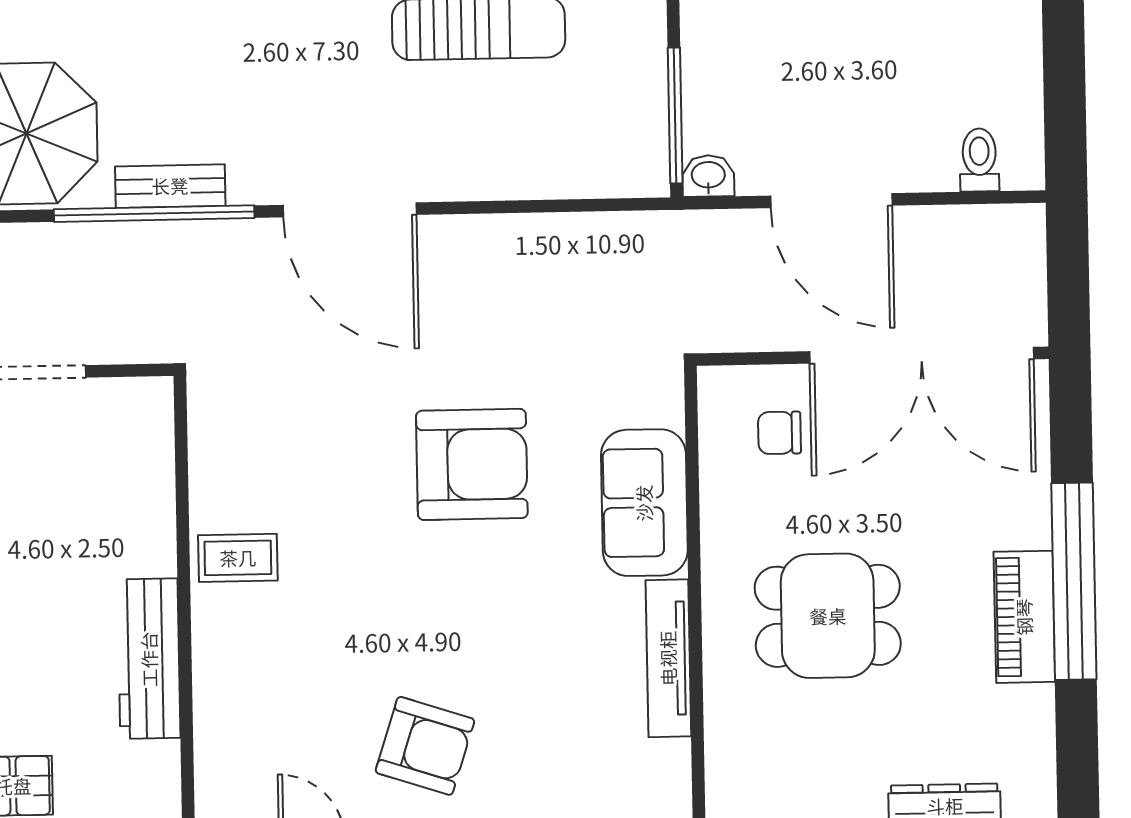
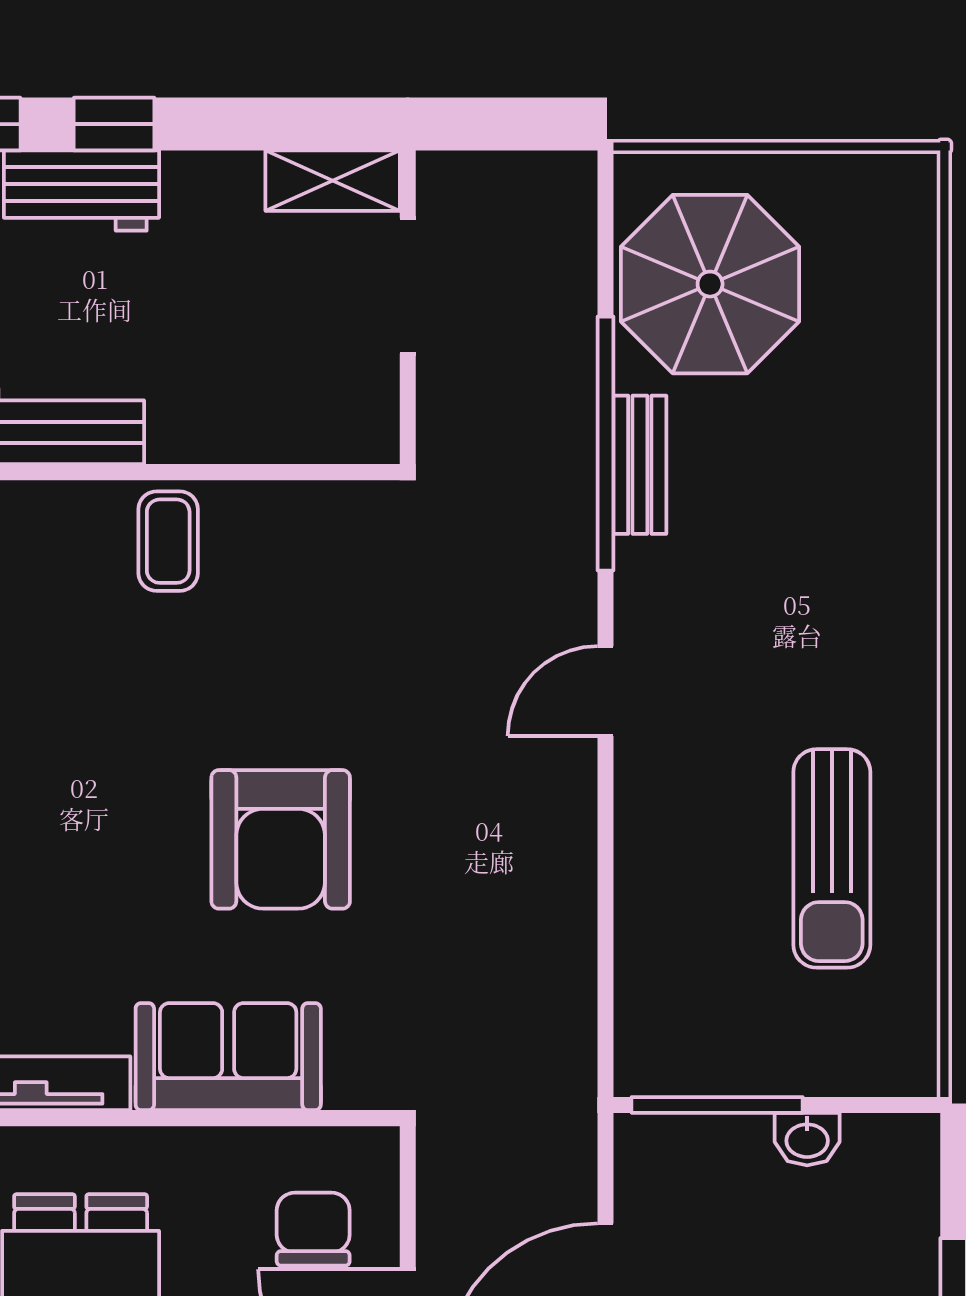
washbasin: (708, 176) -> (807, 1139), moved, turned 90
door: (350, 210) -> (606, 691), width x0.53
chair: (779, 433) -> (313, 1229), width x1.37, depth x1.37

